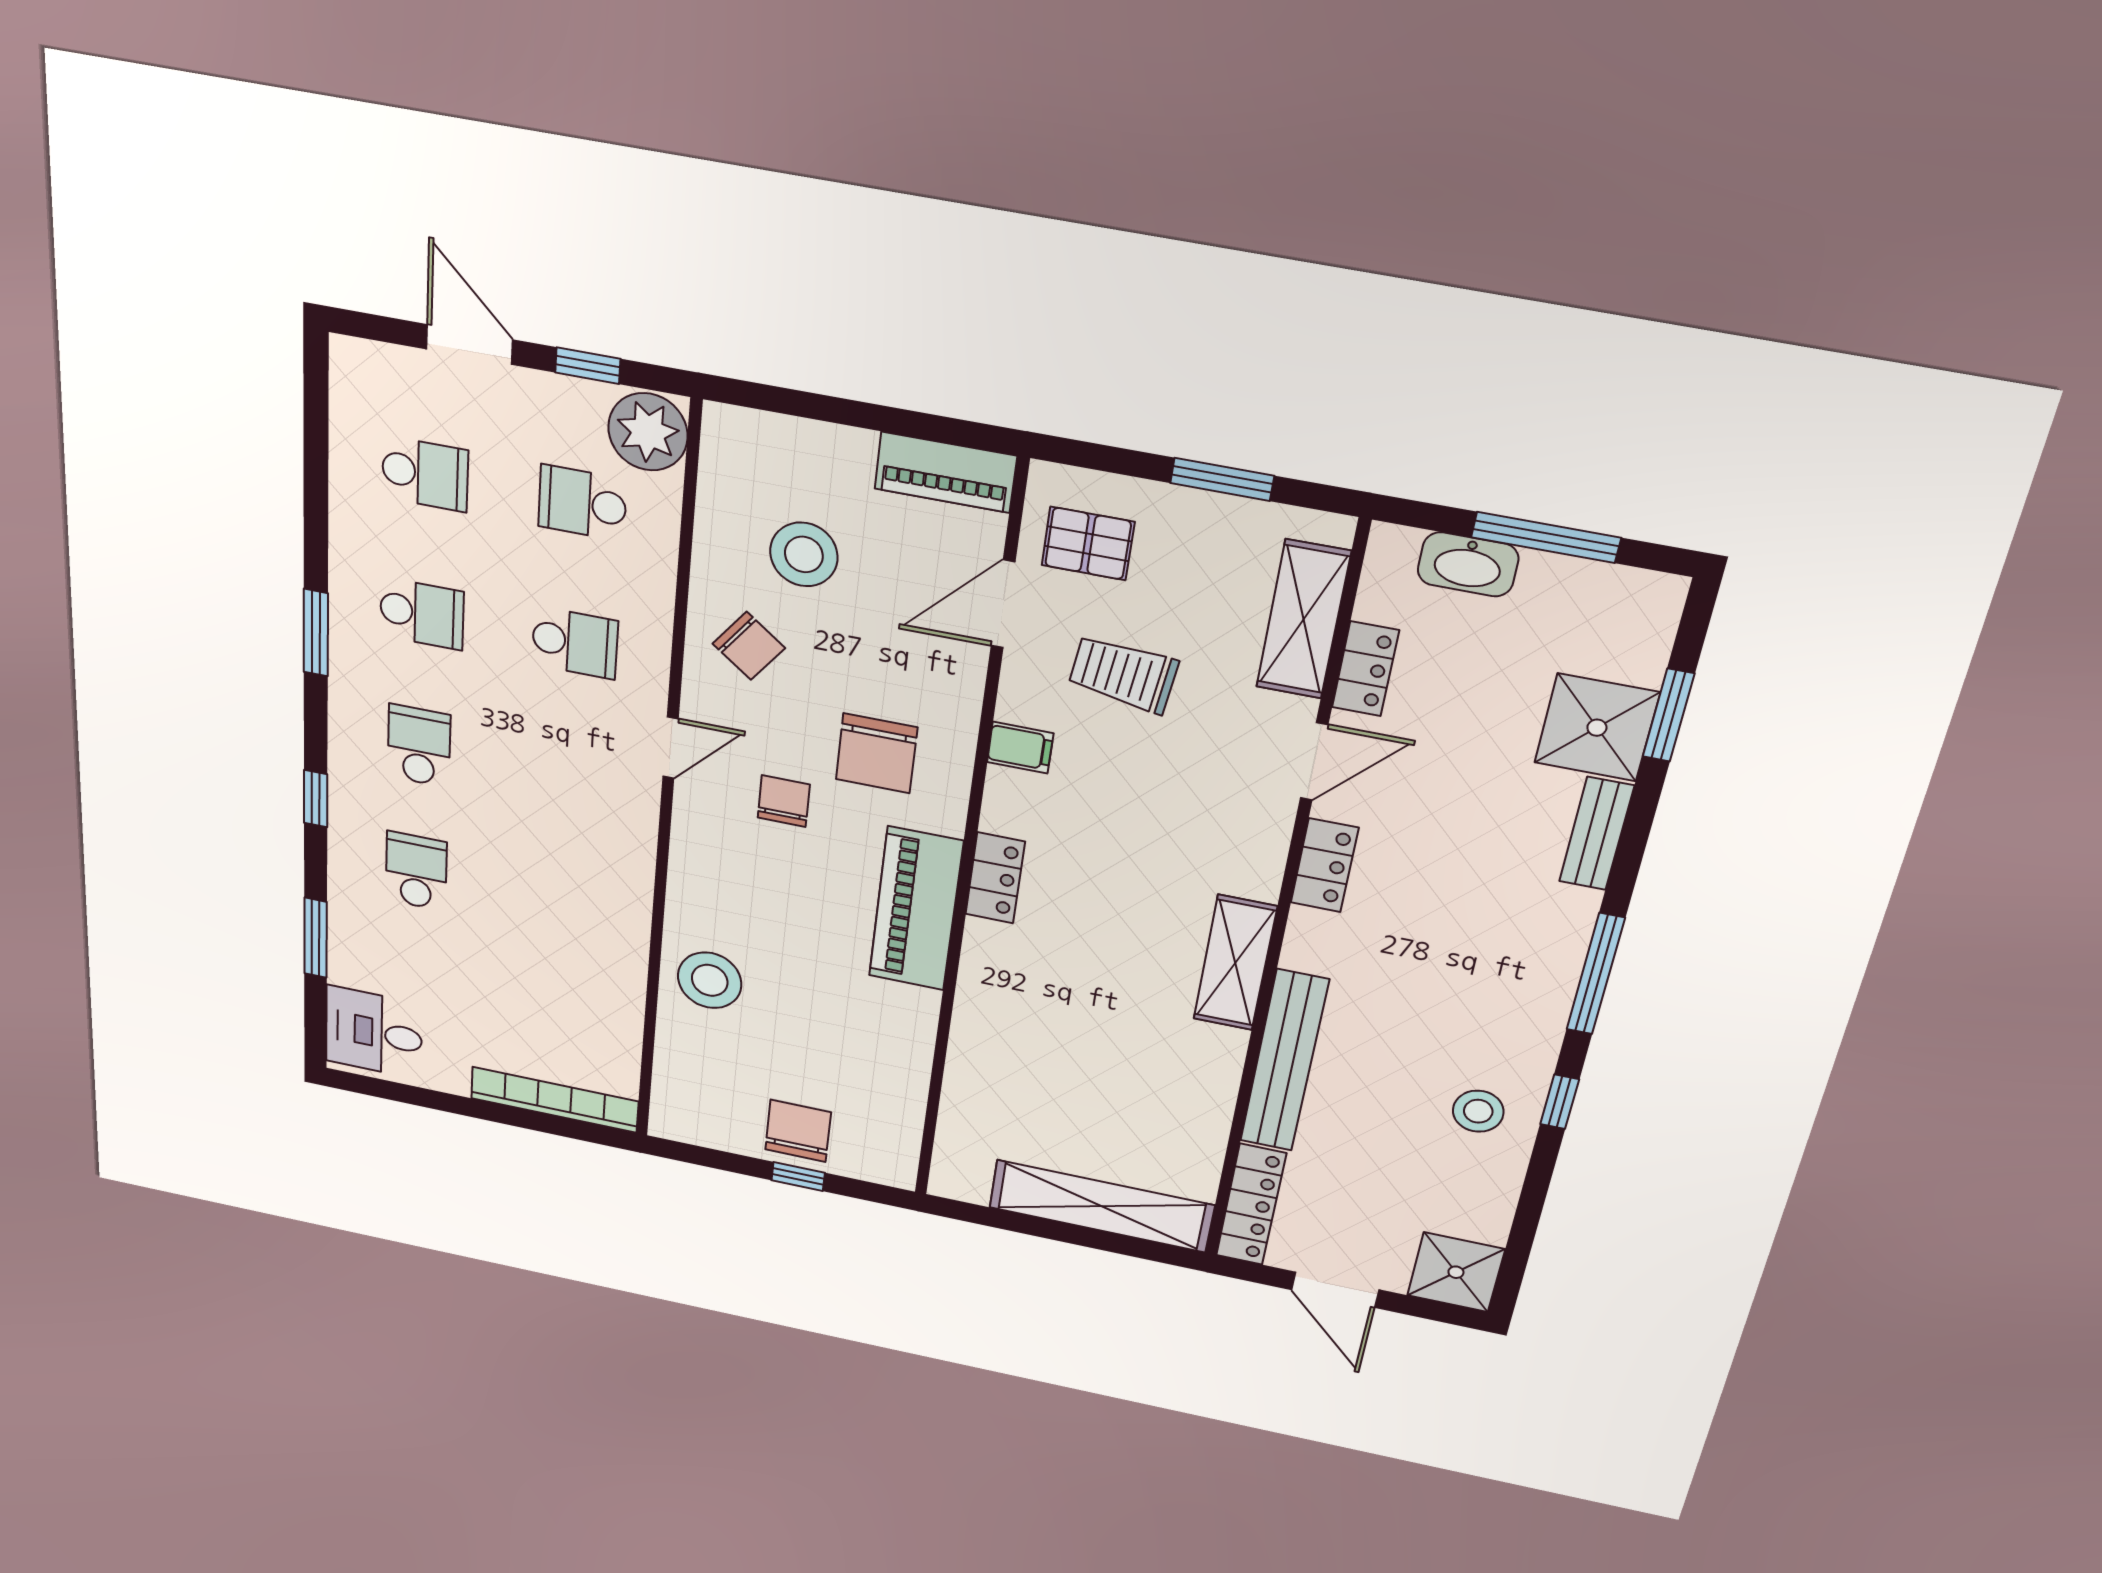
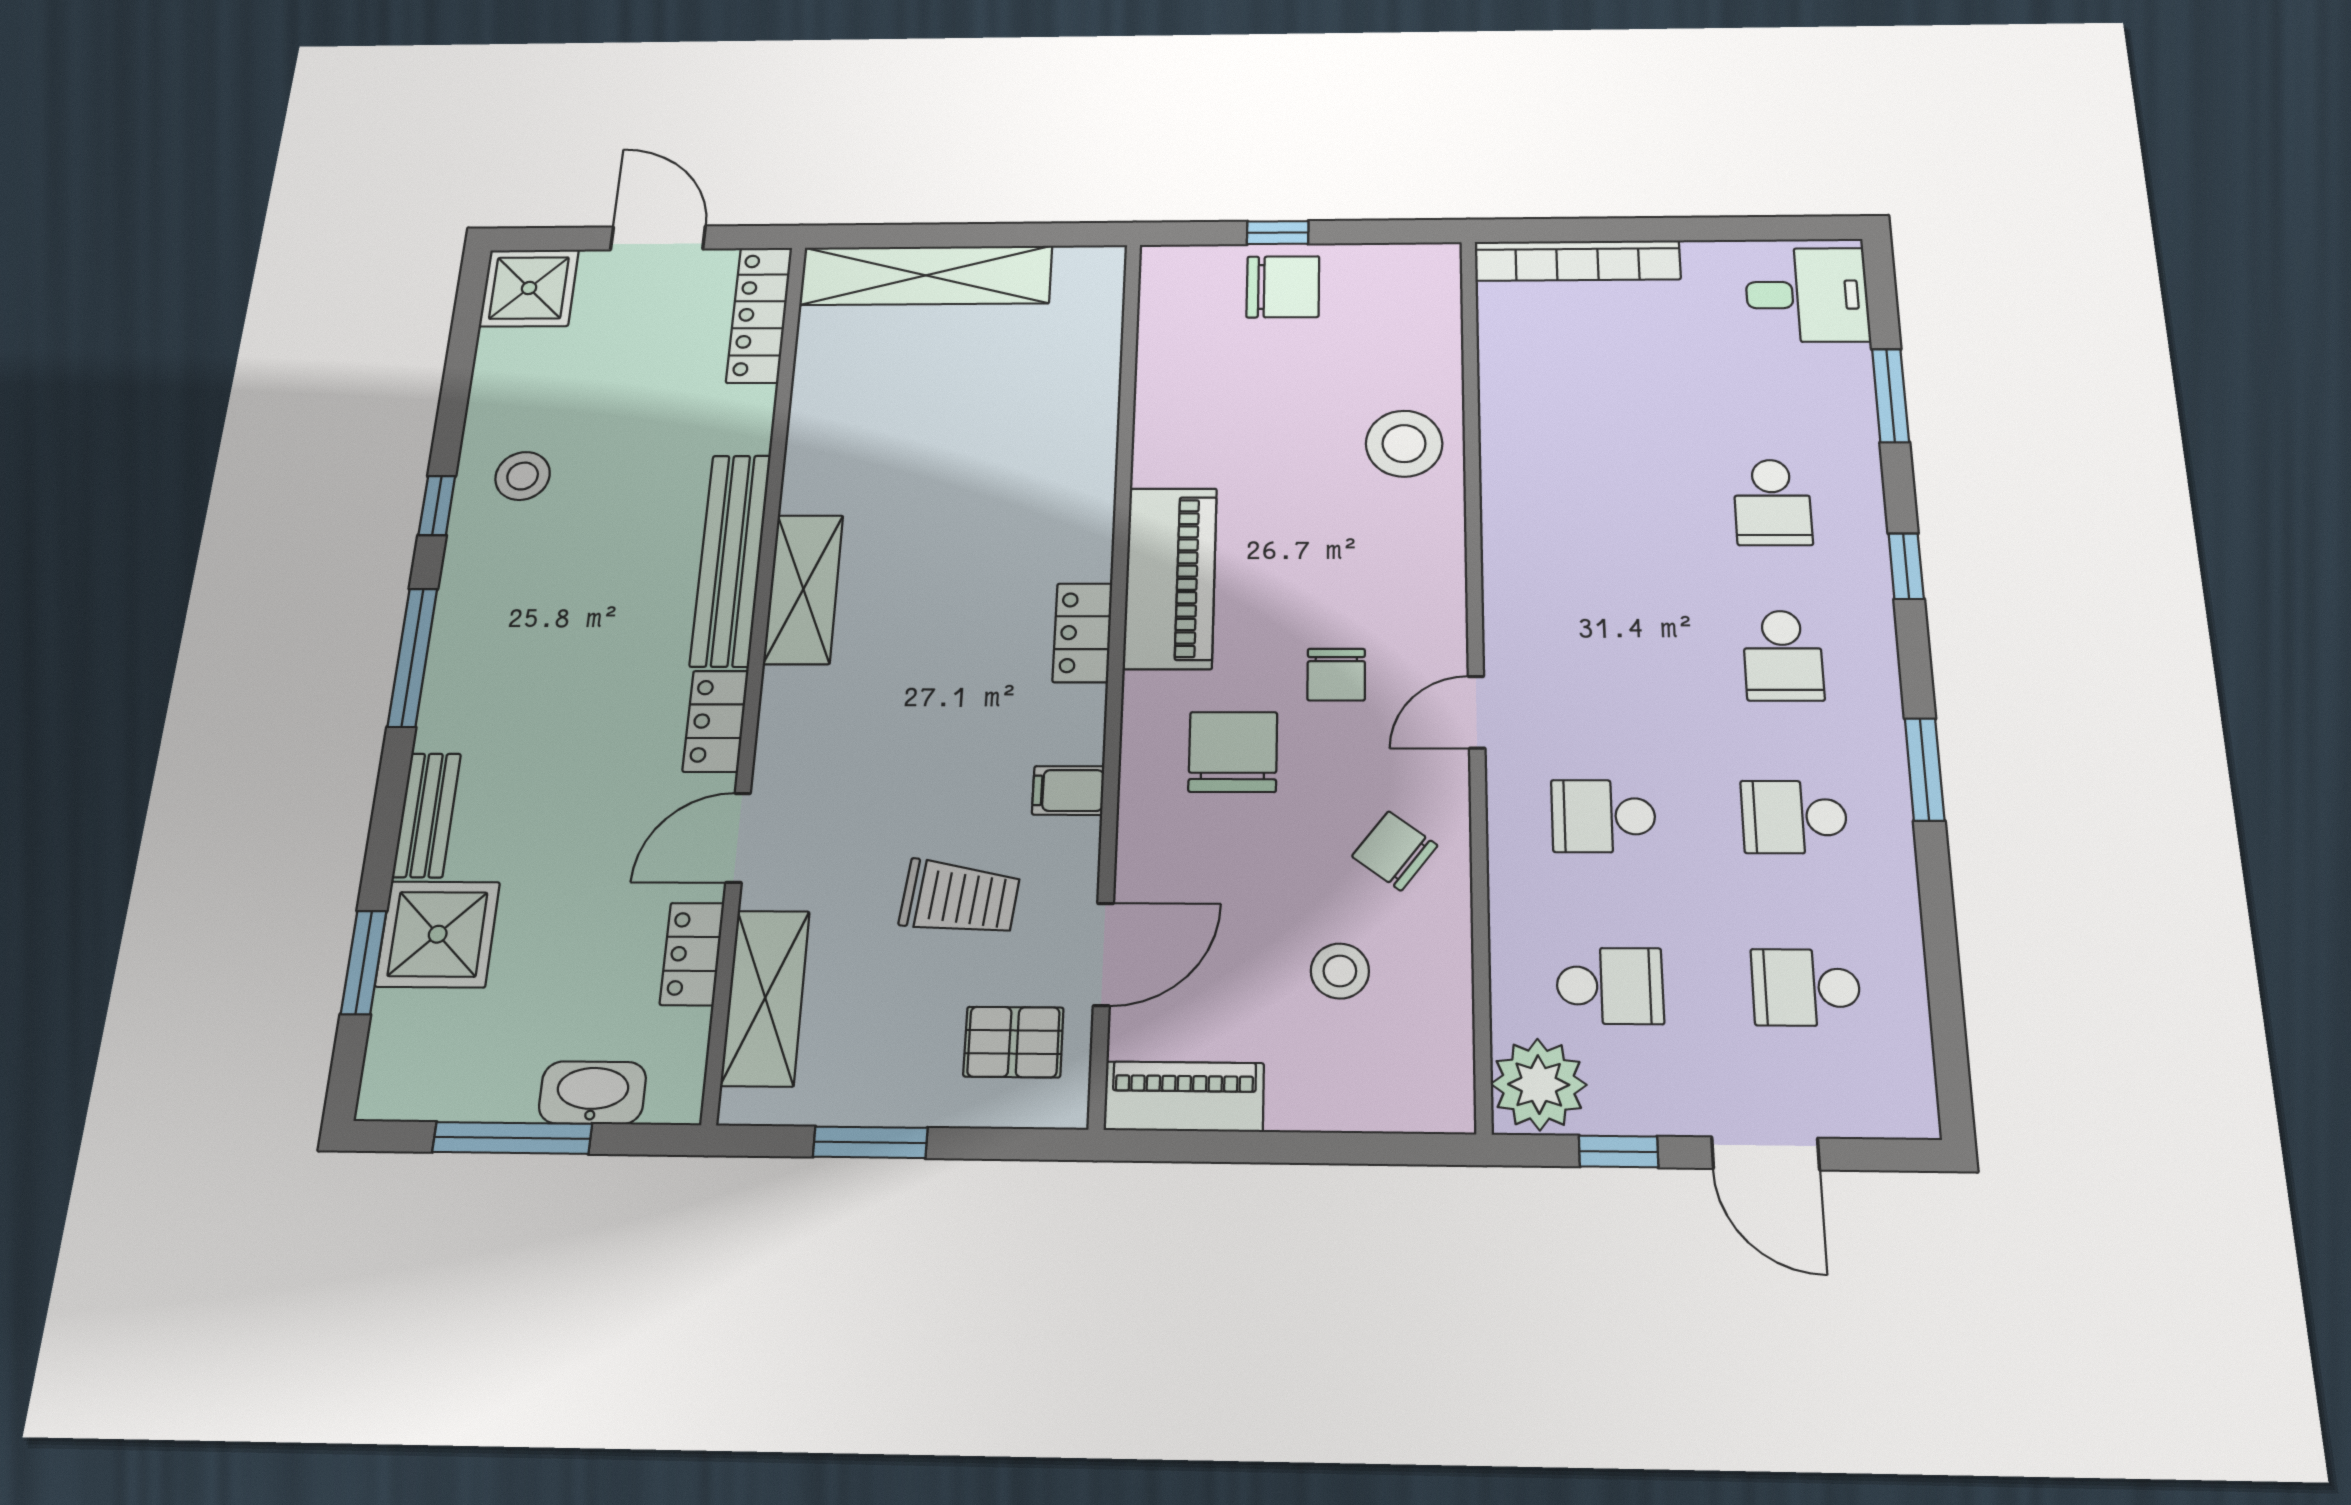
stool: (804, 554) -> (1340, 971), width x0.73, depth x0.73
bench: (1284, 1061) -> (731, 560), moved
chair: (798, 1131) -> (1283, 287), turned -90

